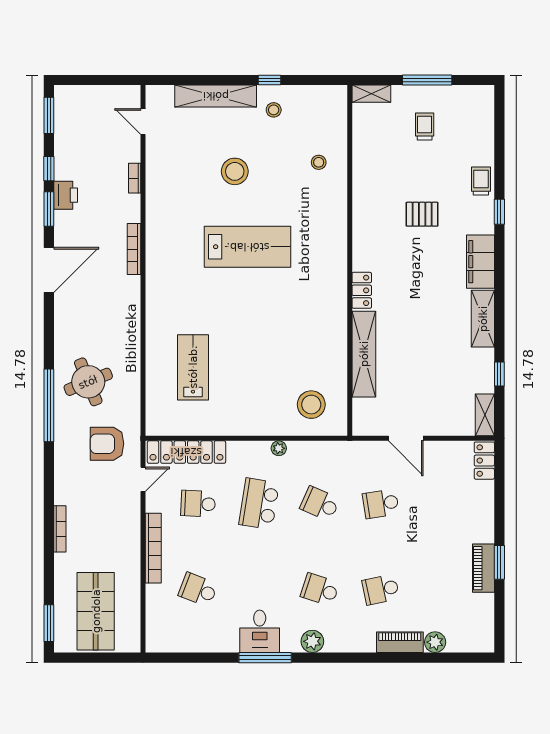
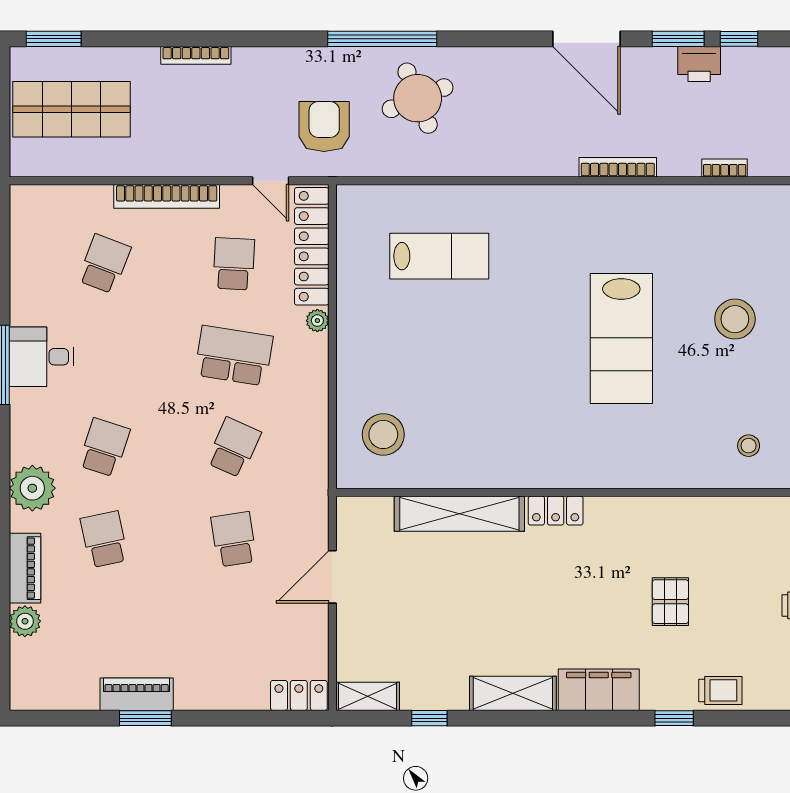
plant: (279, 448) -> (317, 321), moved
plant: (312, 641) -> (32, 488), moved, width x1.36, depth x1.36

